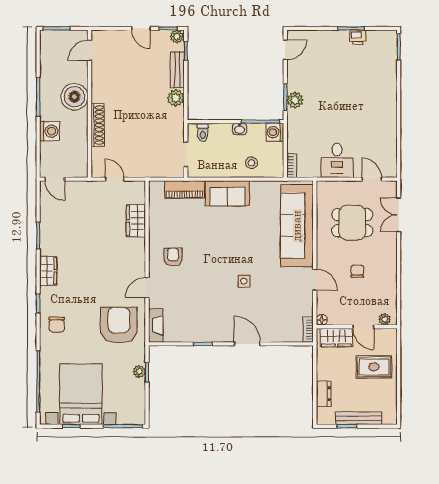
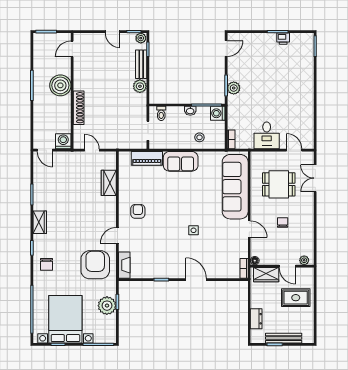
washing machine: (50, 131) -> (63, 141), moved, turned -90
plant: (139, 371) -> (107, 306), width x1.88, depth x1.88

